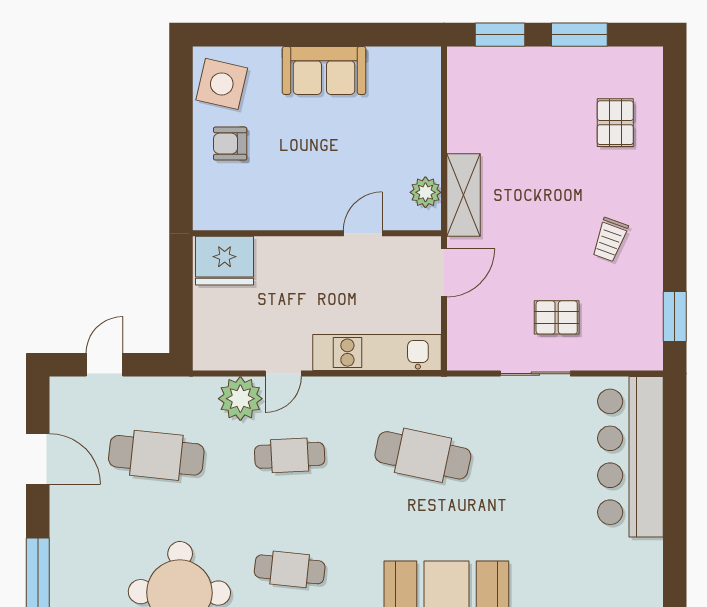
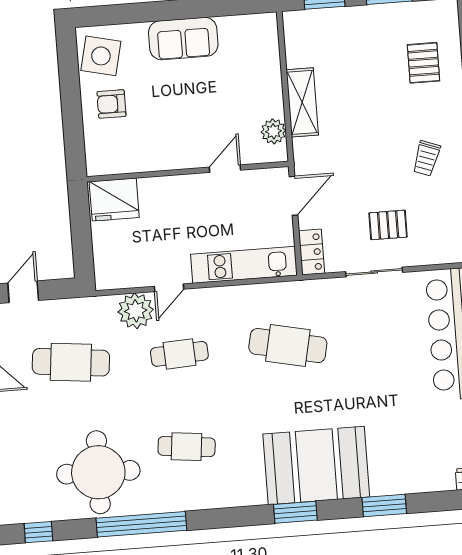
shelving: (463, 195) -> (302, 102), moved
locker: (461, 343) -> (312, 252), added

